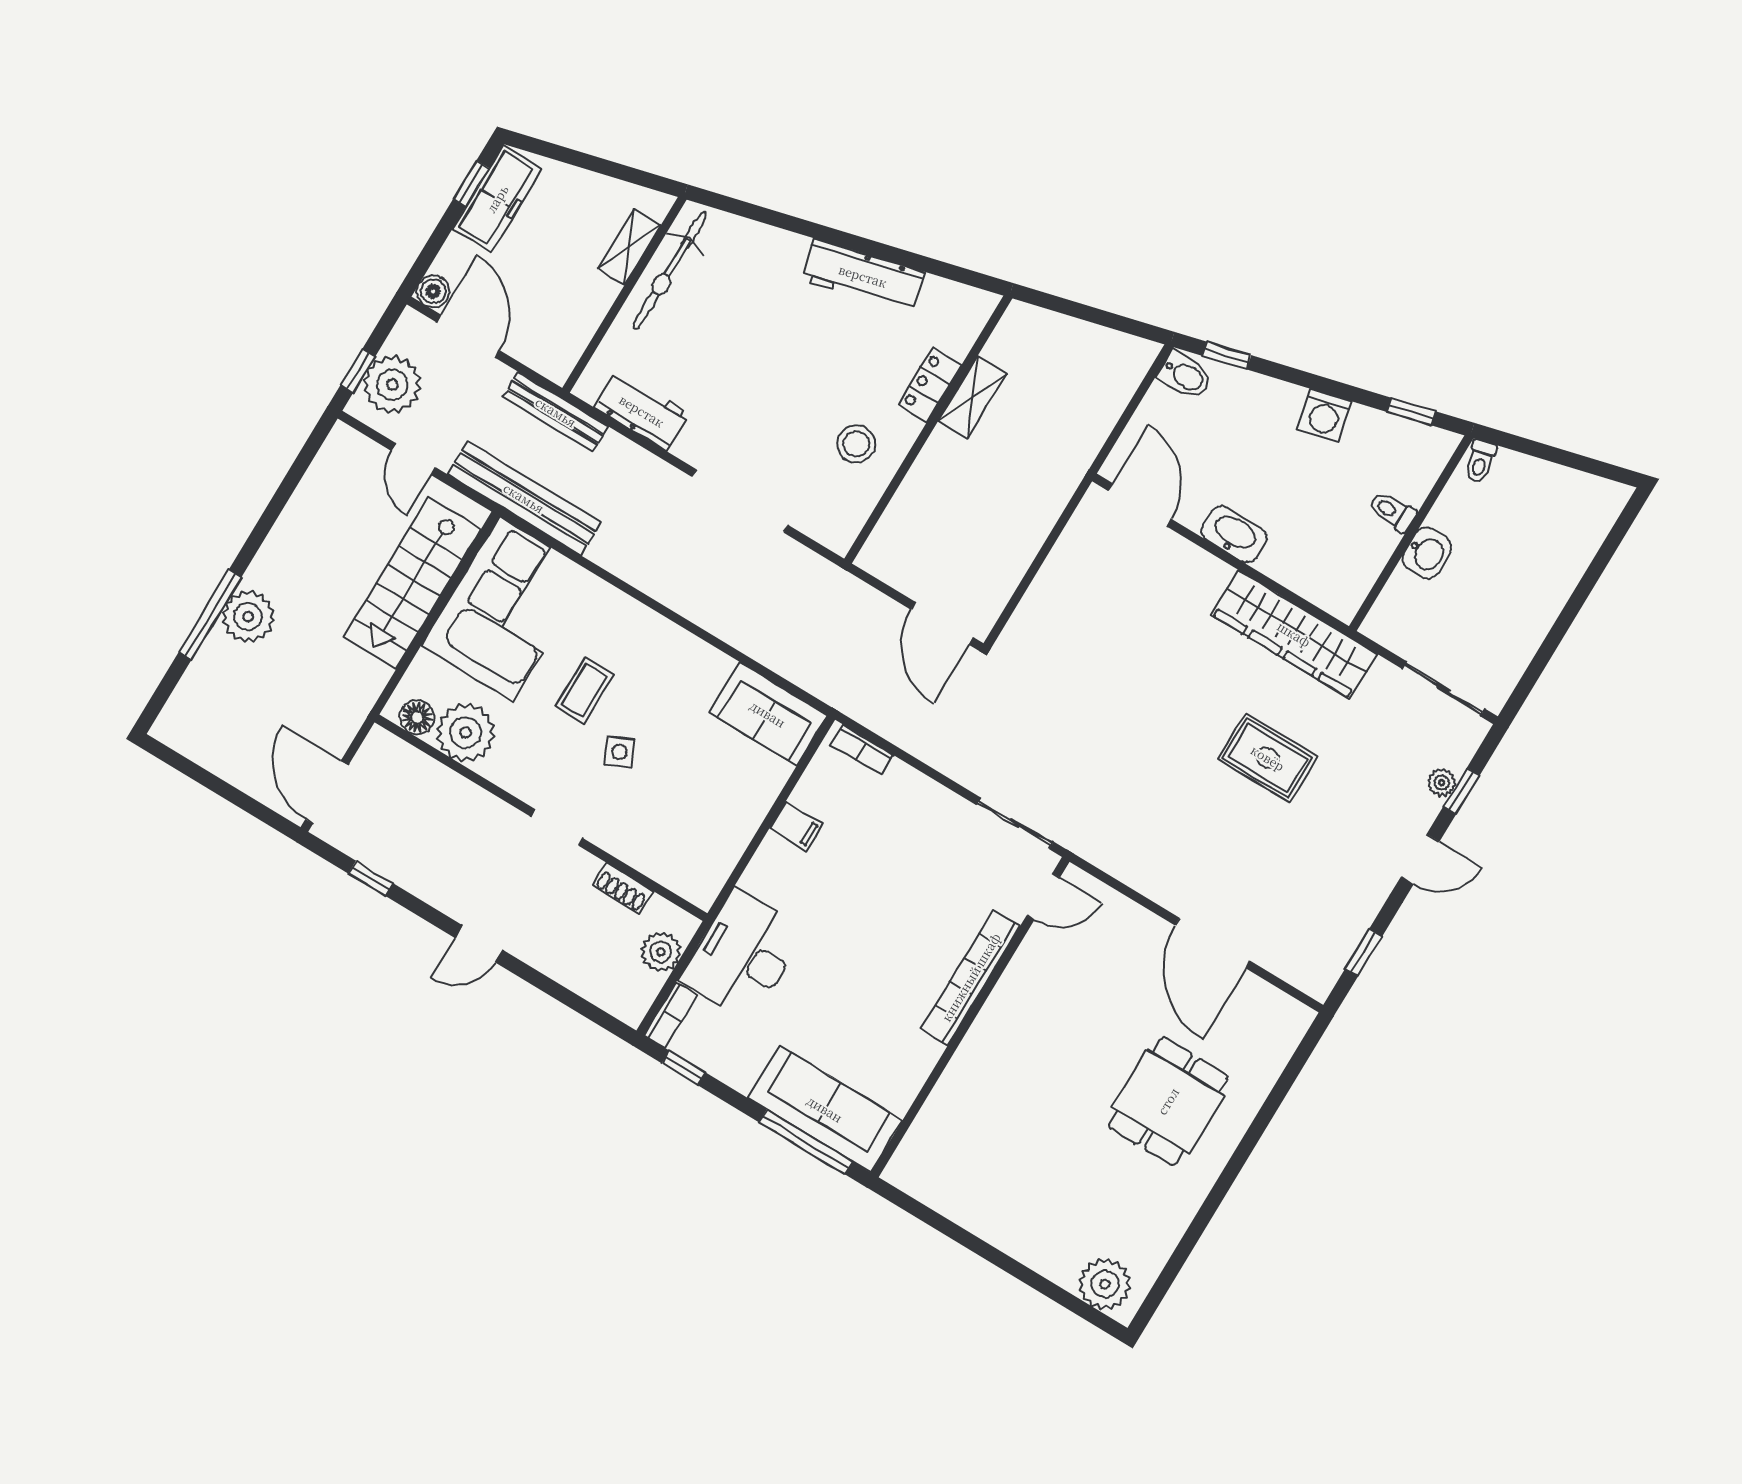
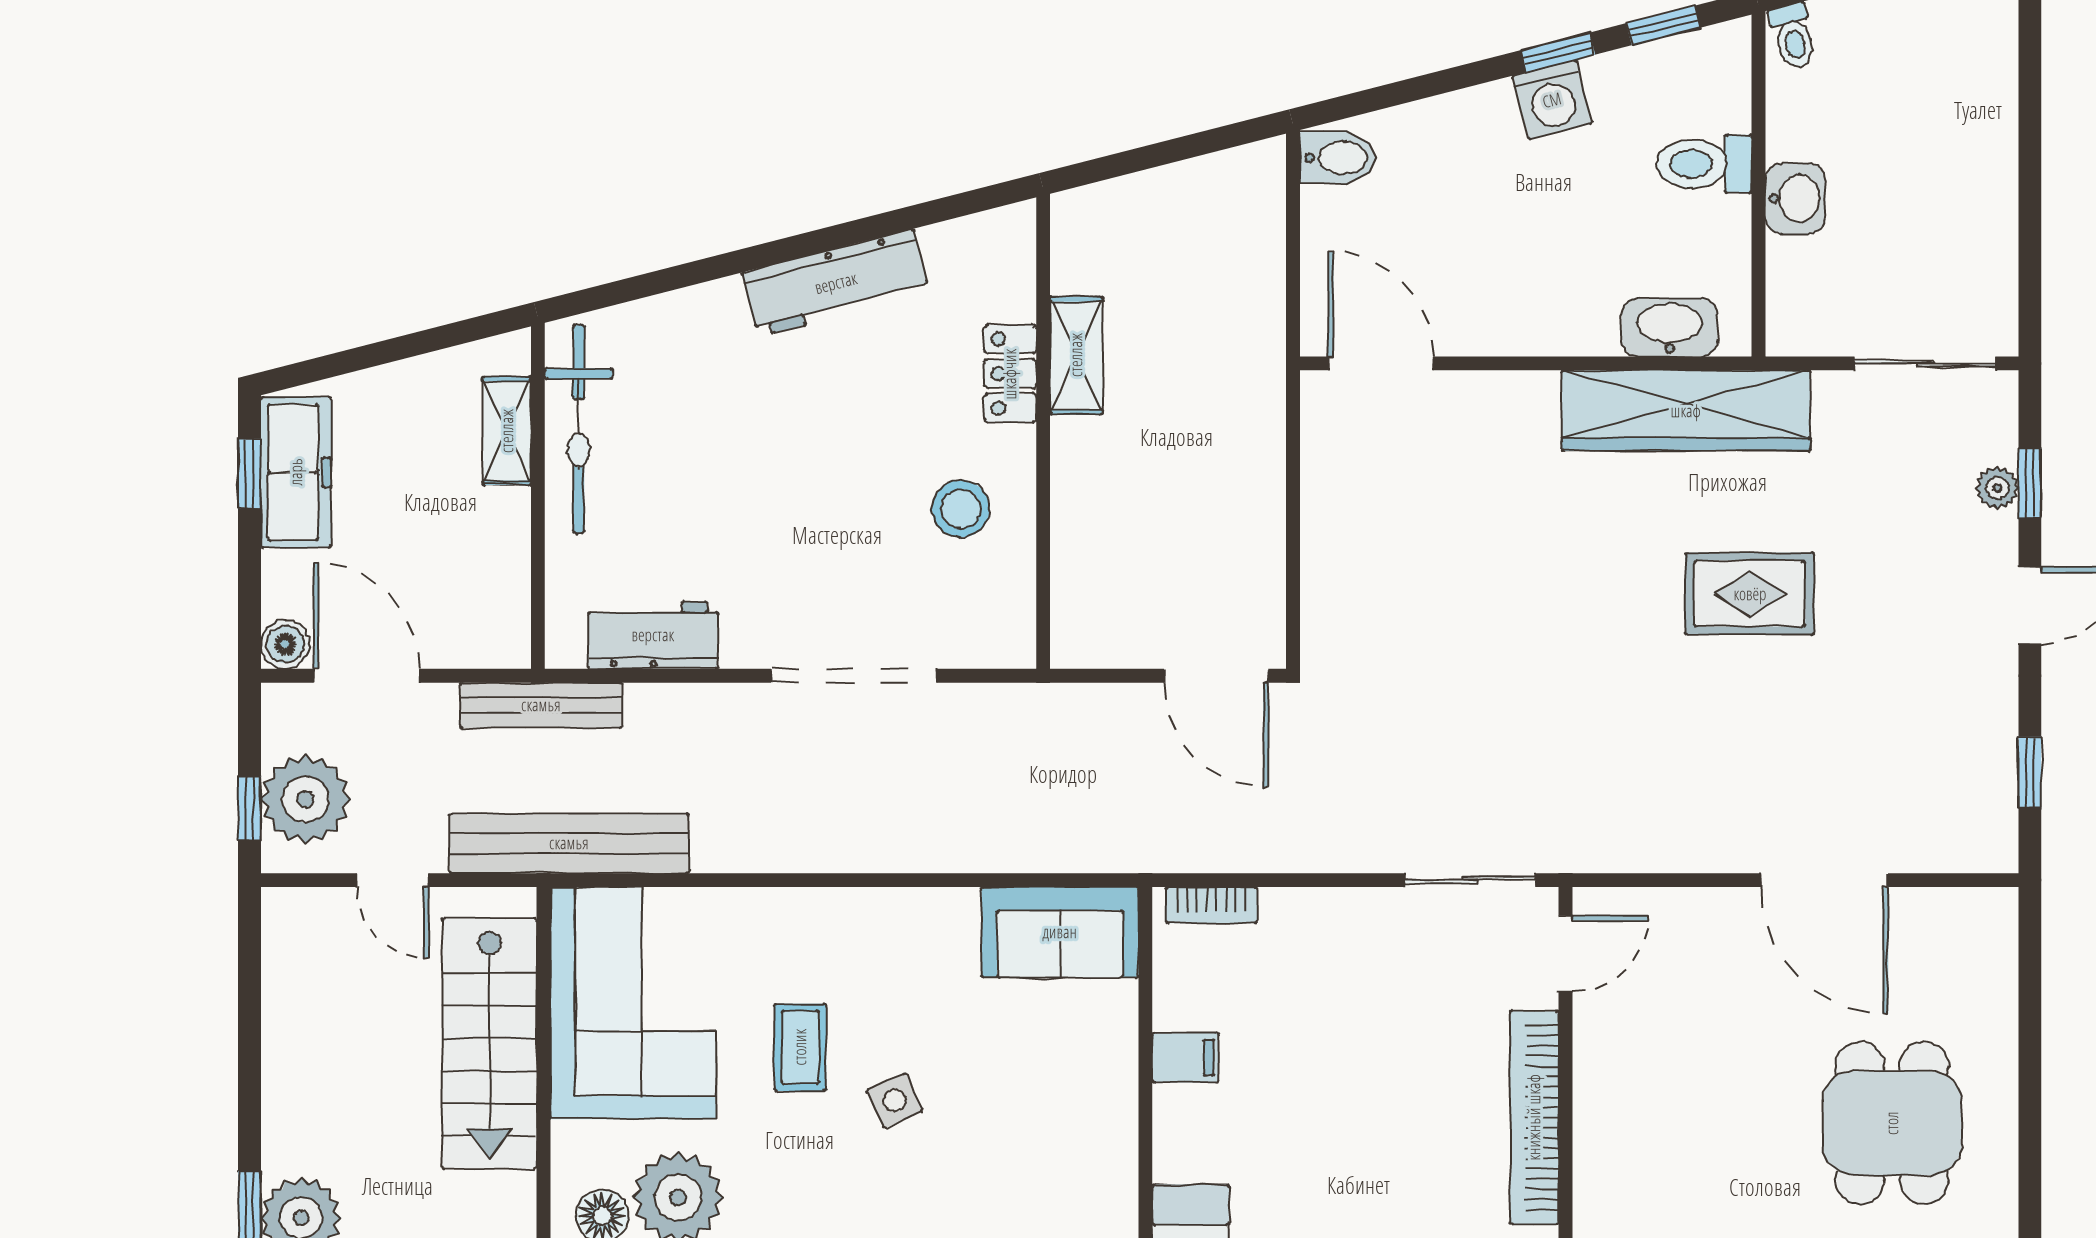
window: (1227, 356) -> (1558, 52), moved
toilet: (1392, 512) -> (1704, 164), width x1.37, depth x1.39
washbasin: (1234, 534) -> (1670, 327), moved

